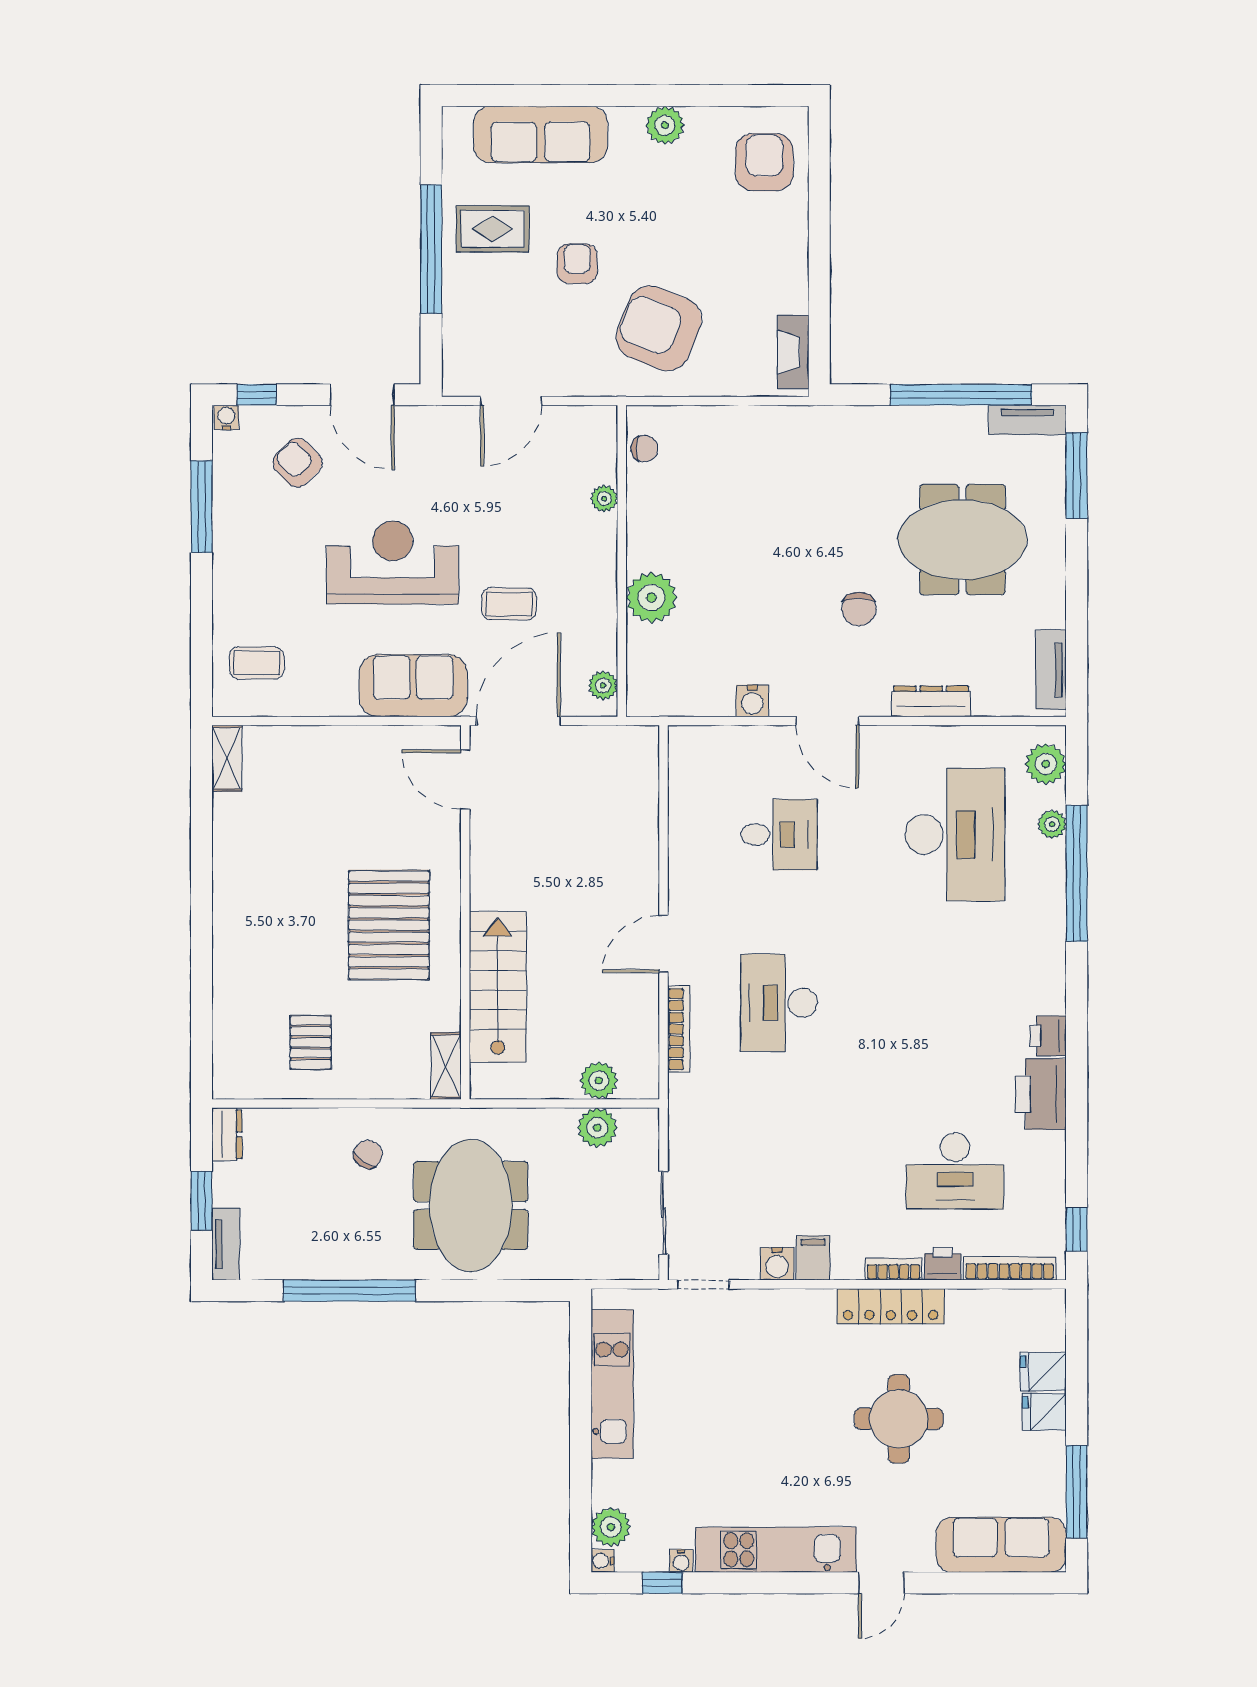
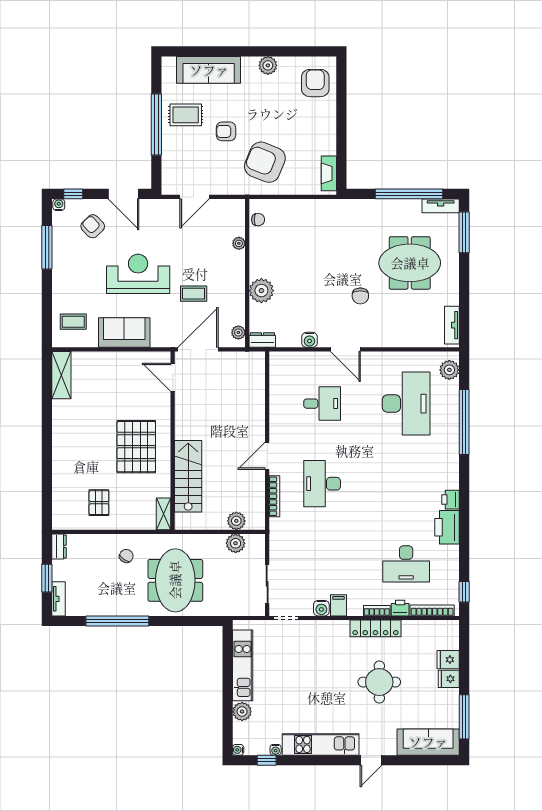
armchair: (577, 264) -> (226, 131), turned -90
sofa: (413, 686) -> (124, 333), moved
dresser: (931, 701) -> (262, 340), moved, width x0.70
shelving: (227, 758) -> (61, 375), width x1.50, depth x1.33
plant: (1052, 824) -> (452, 399), removed
plant: (611, 1527) -> (242, 712), moved

